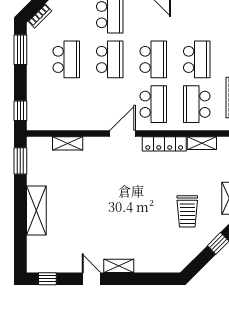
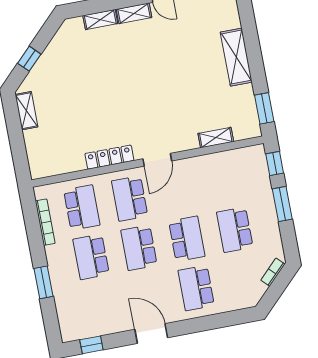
window: (20, 50) -> (282, 204), moved
school desk: (110, 59) -> (187, 239), turned 180
shelving: (202, 143) -> (100, 20), moved
trolley: (187, 211) -> (70, 87), removed

